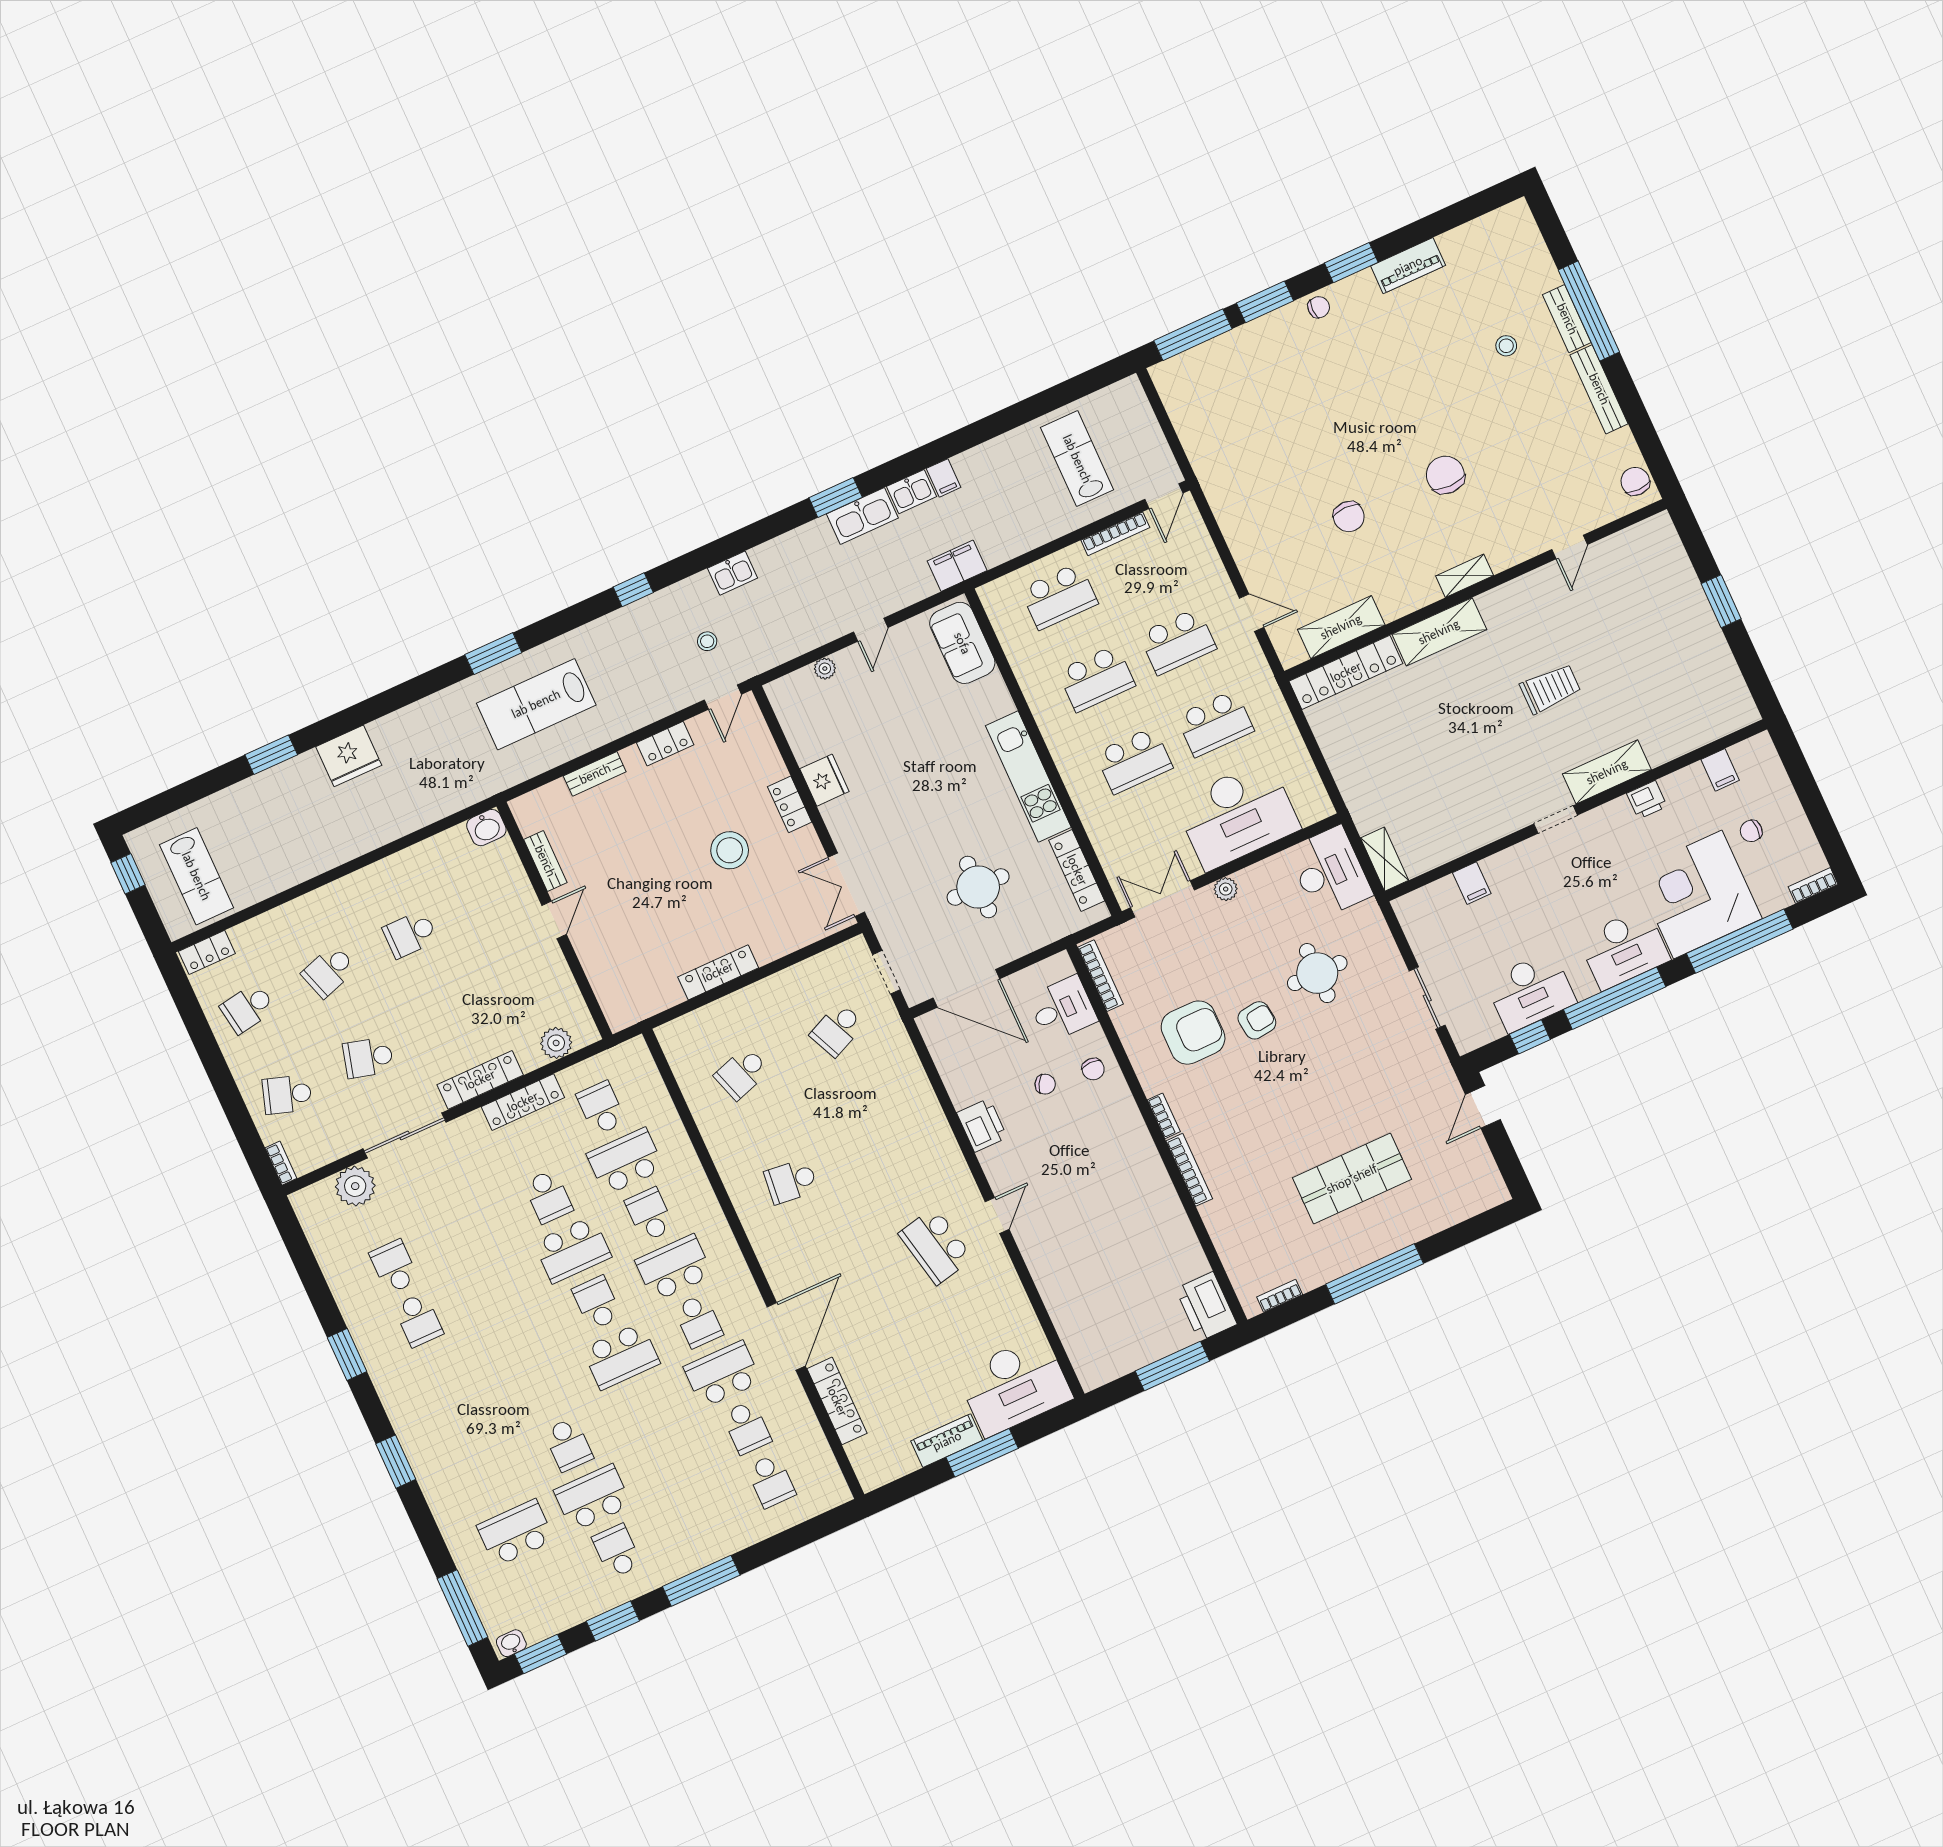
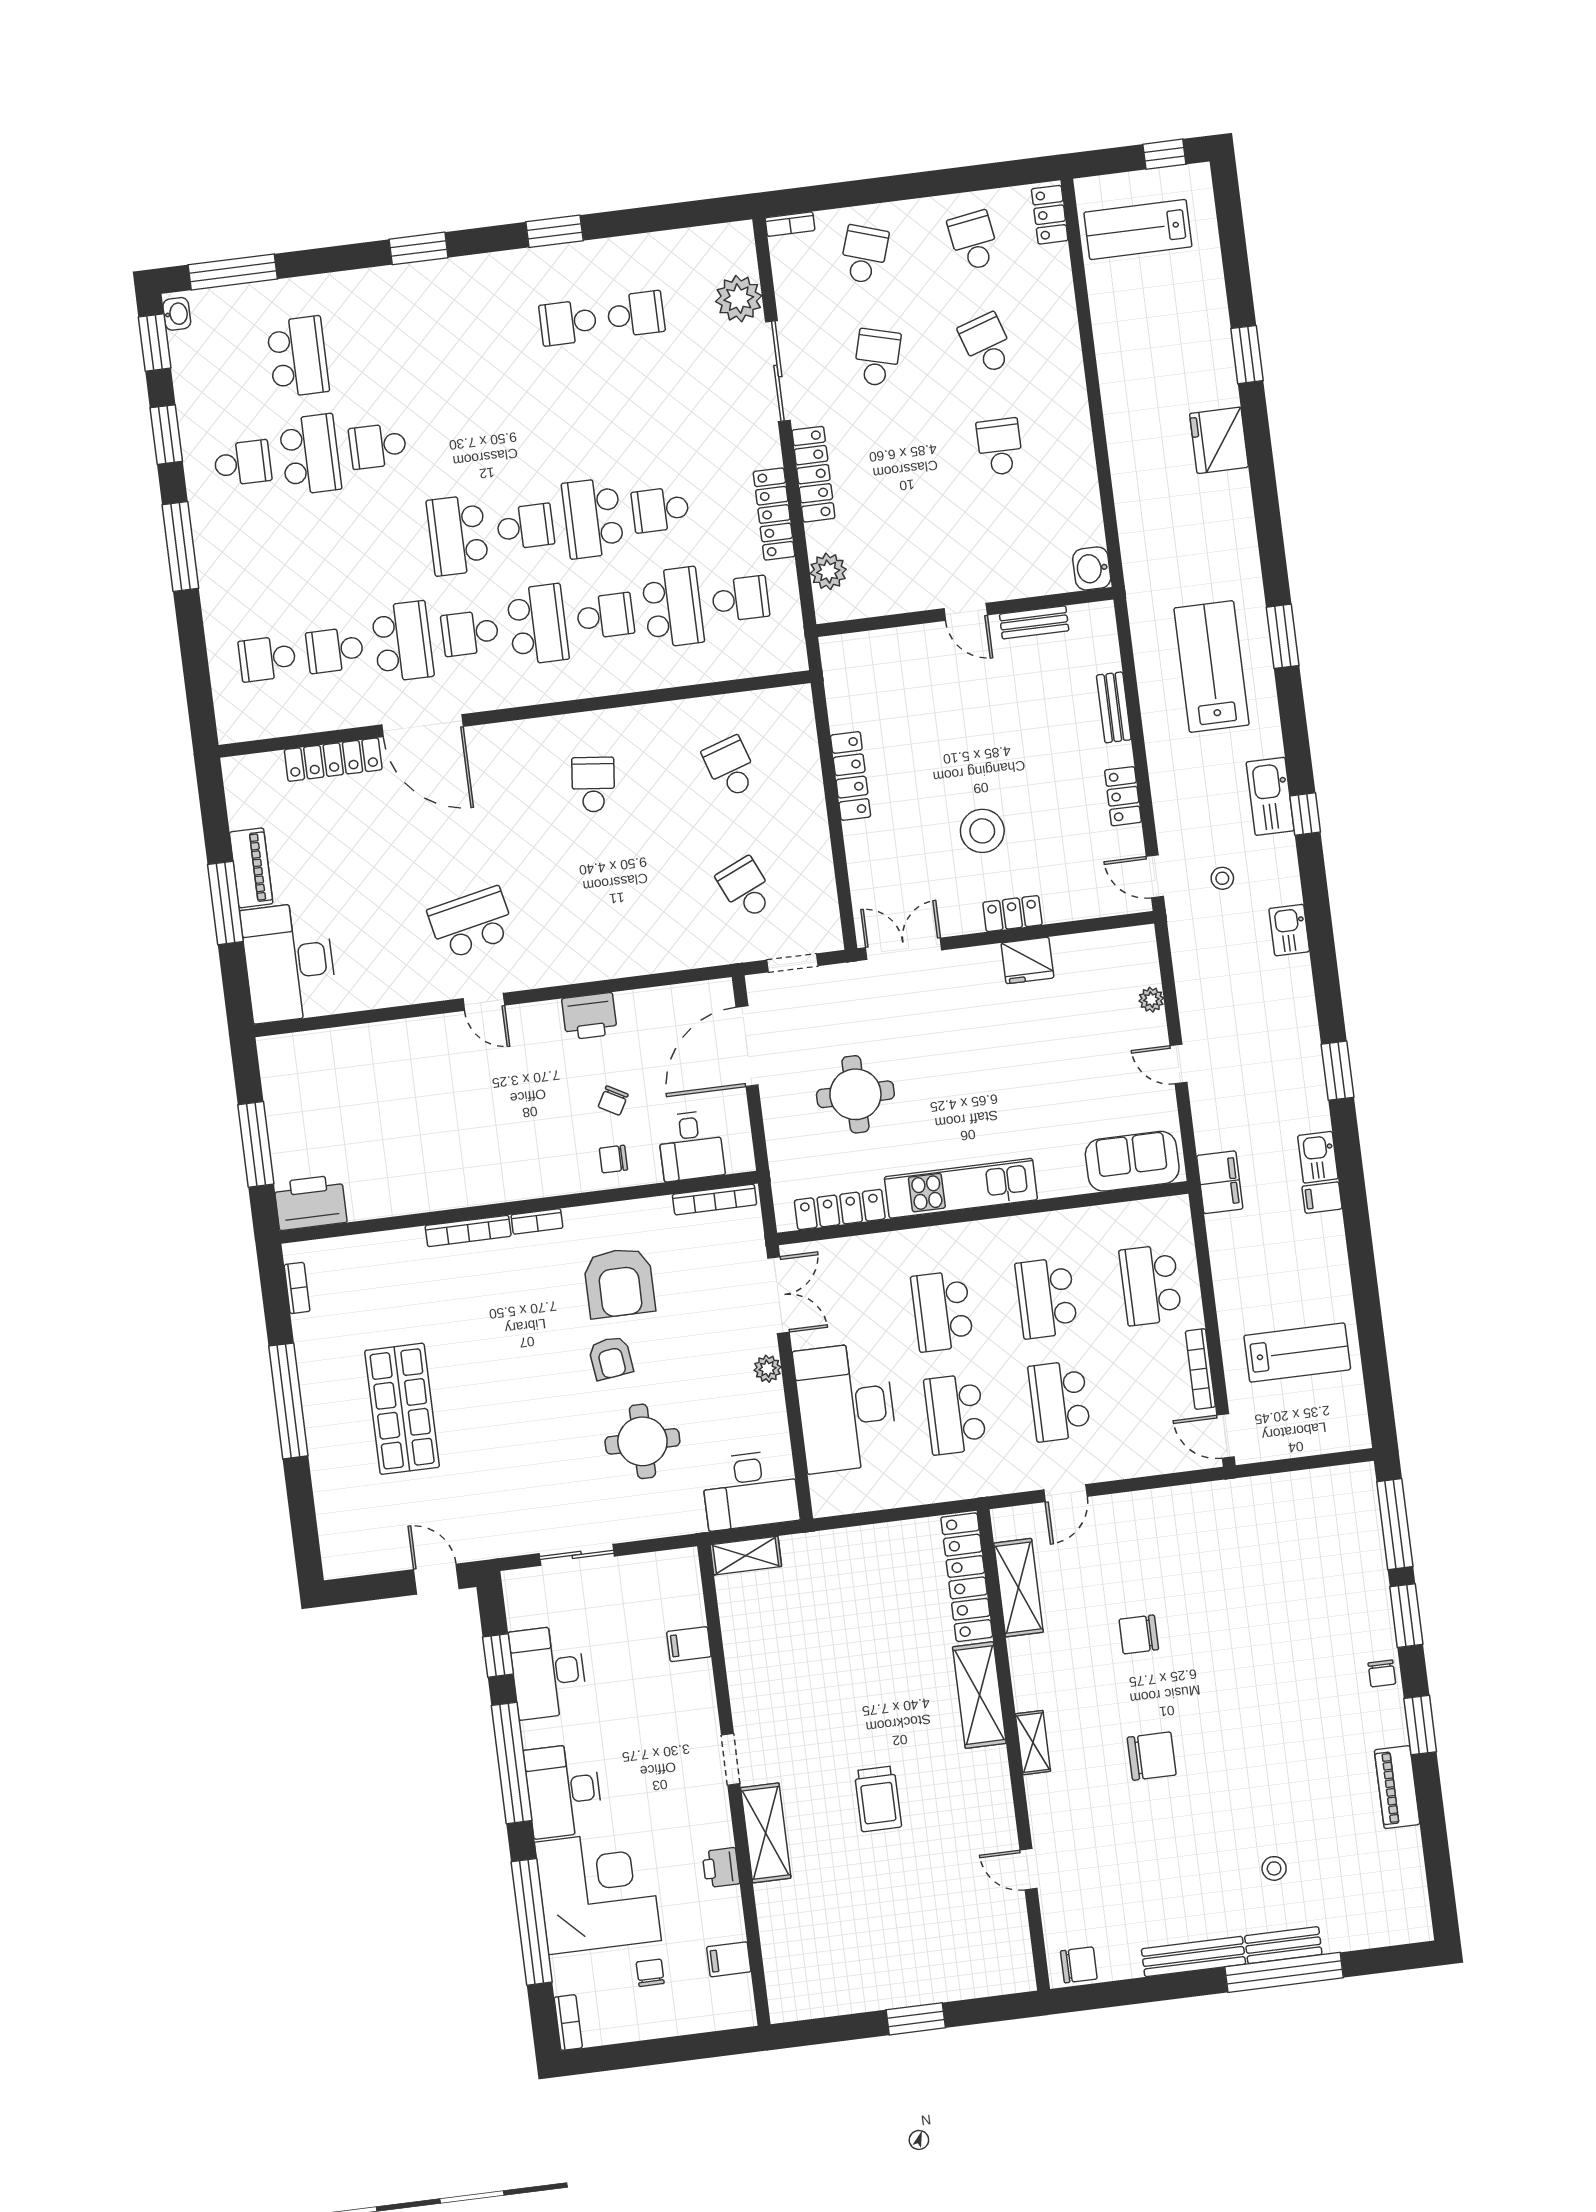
kitchen sink: (862, 516) -> (1270, 796), moved

